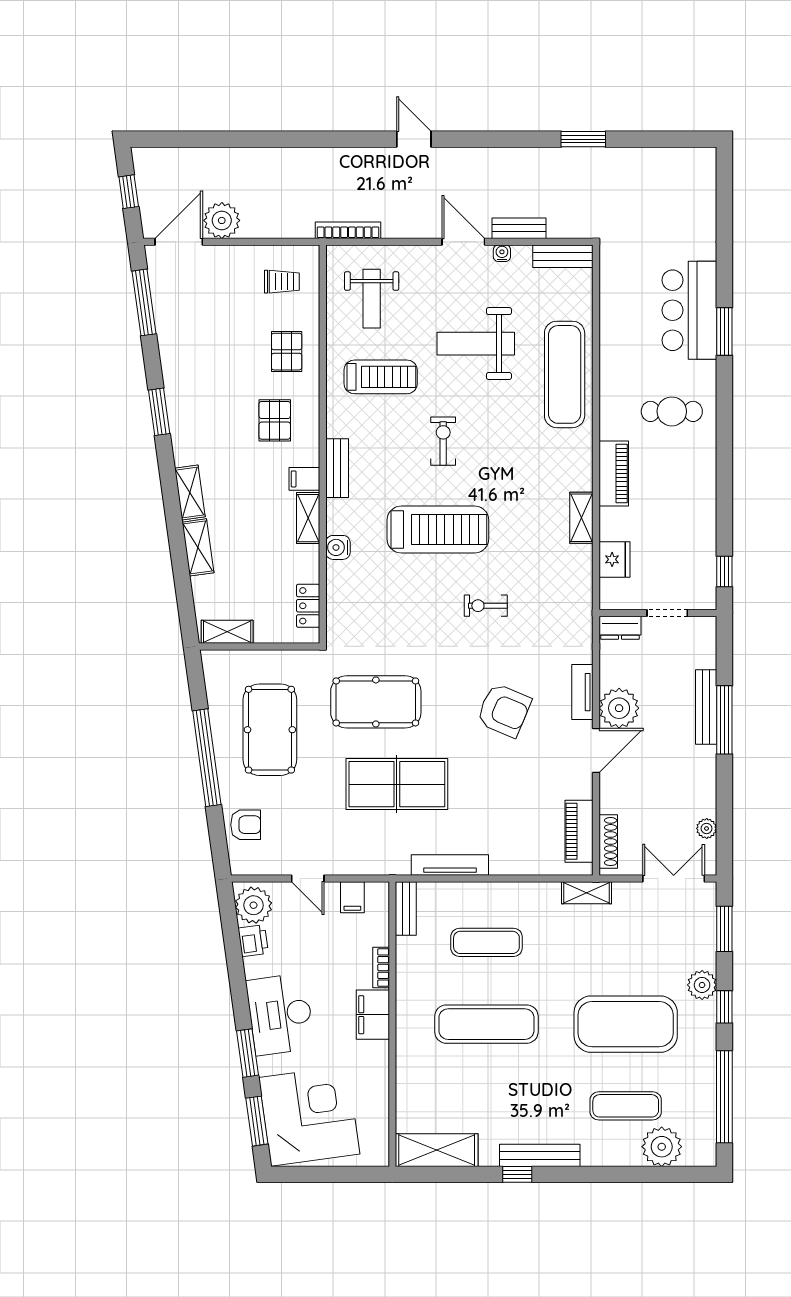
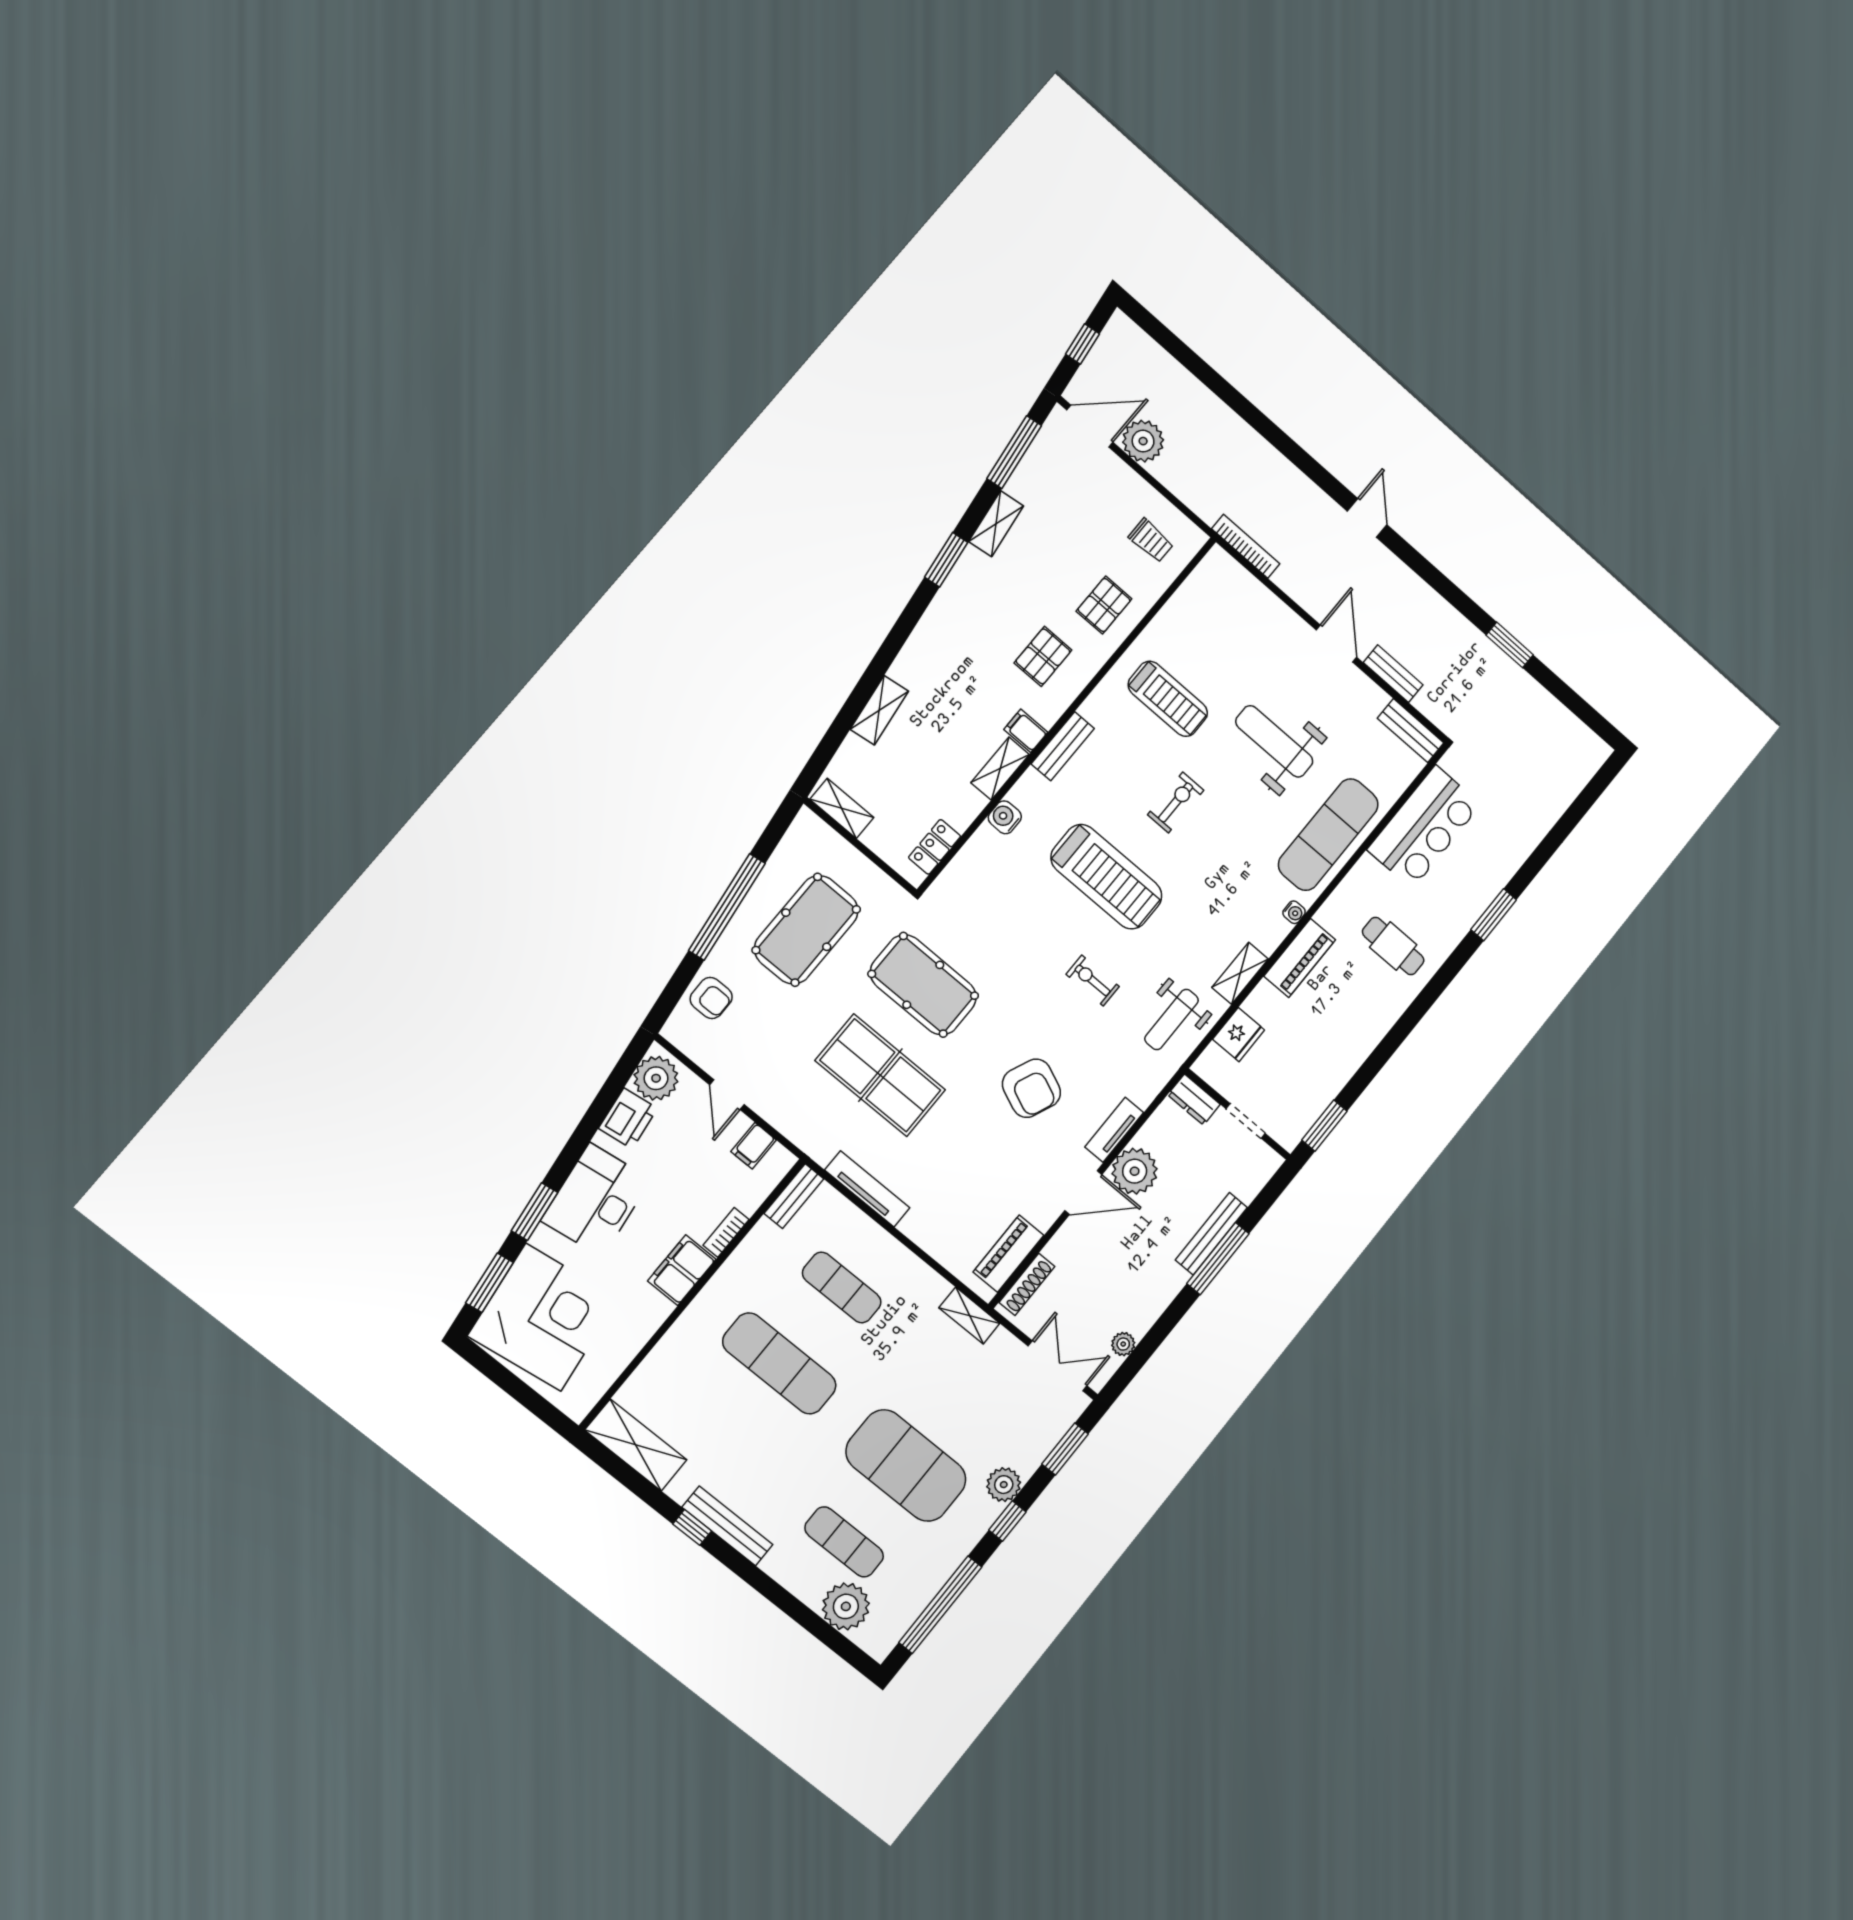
water cooler: (502, 253) -> (1294, 912), moved, turned 90
weight bench: (372, 299) -> (1172, 1019), moved
bar counter: (689, 310) -> (1424, 827), moved, turned 180
shelving: (190, 492) -> (996, 524), moved
window: (724, 571) -> (1324, 1126), width x1.50
printer: (253, 941) -> (628, 1118), width x1.36, depth x1.24

